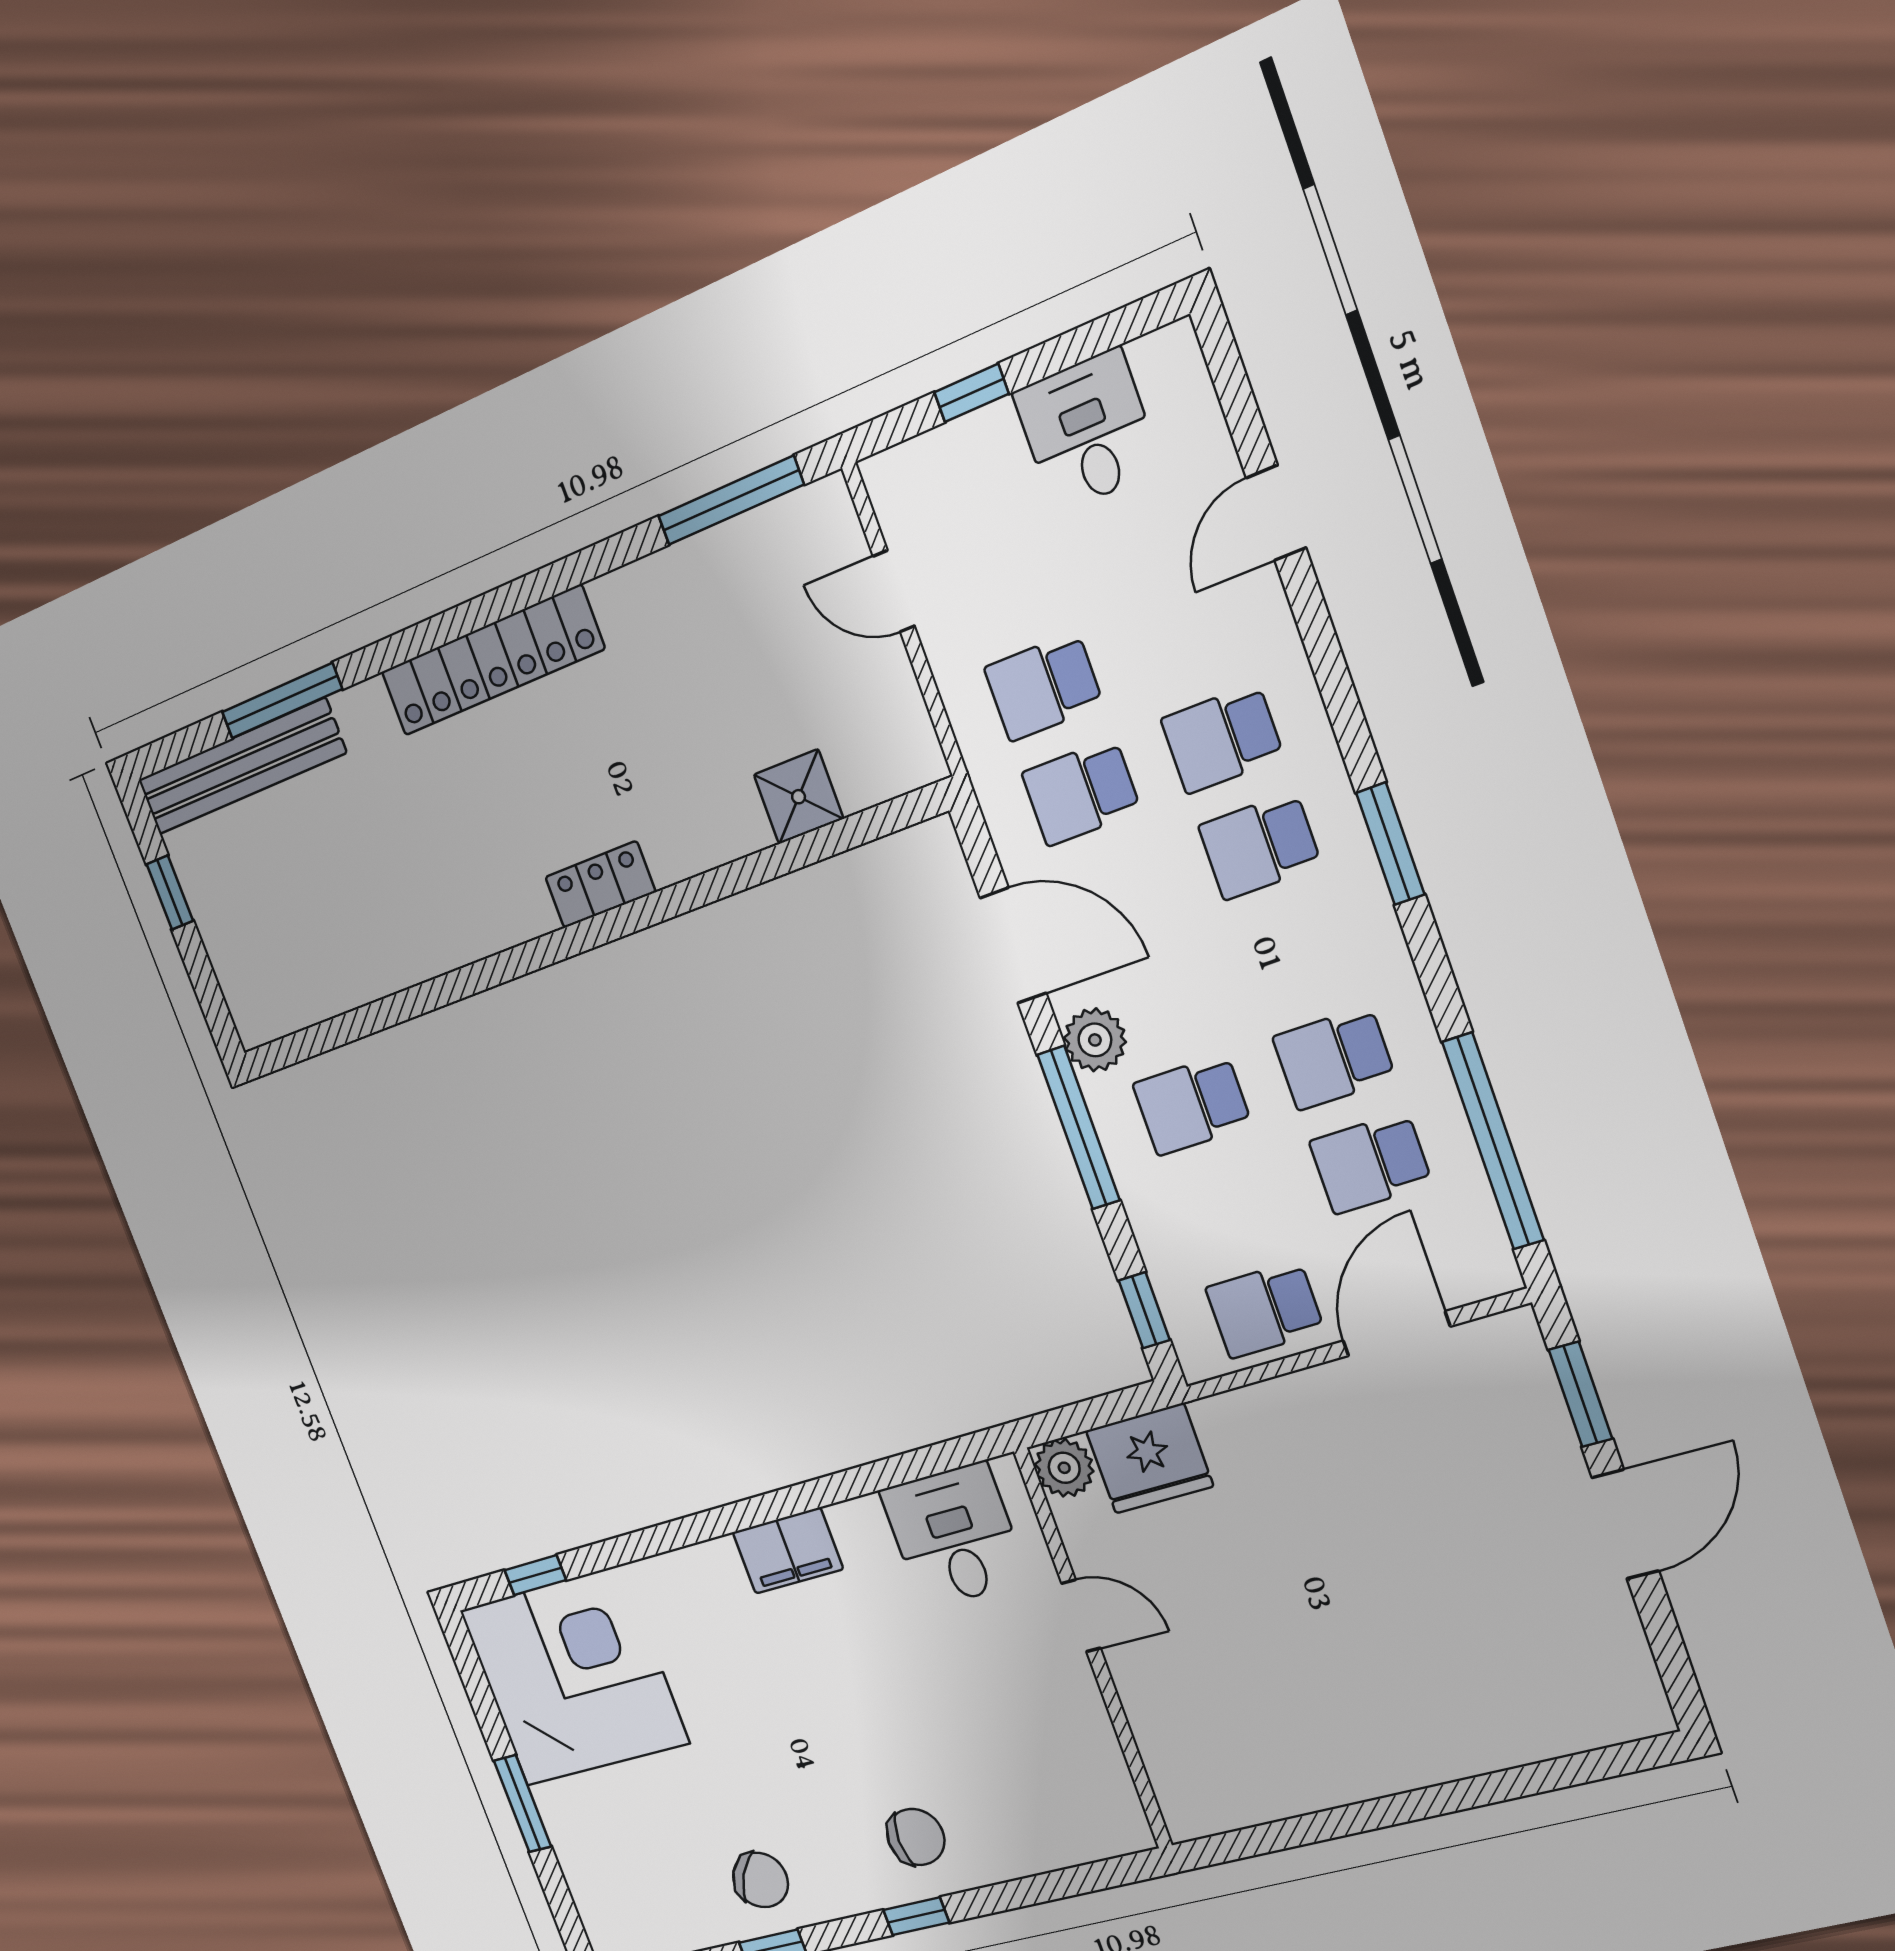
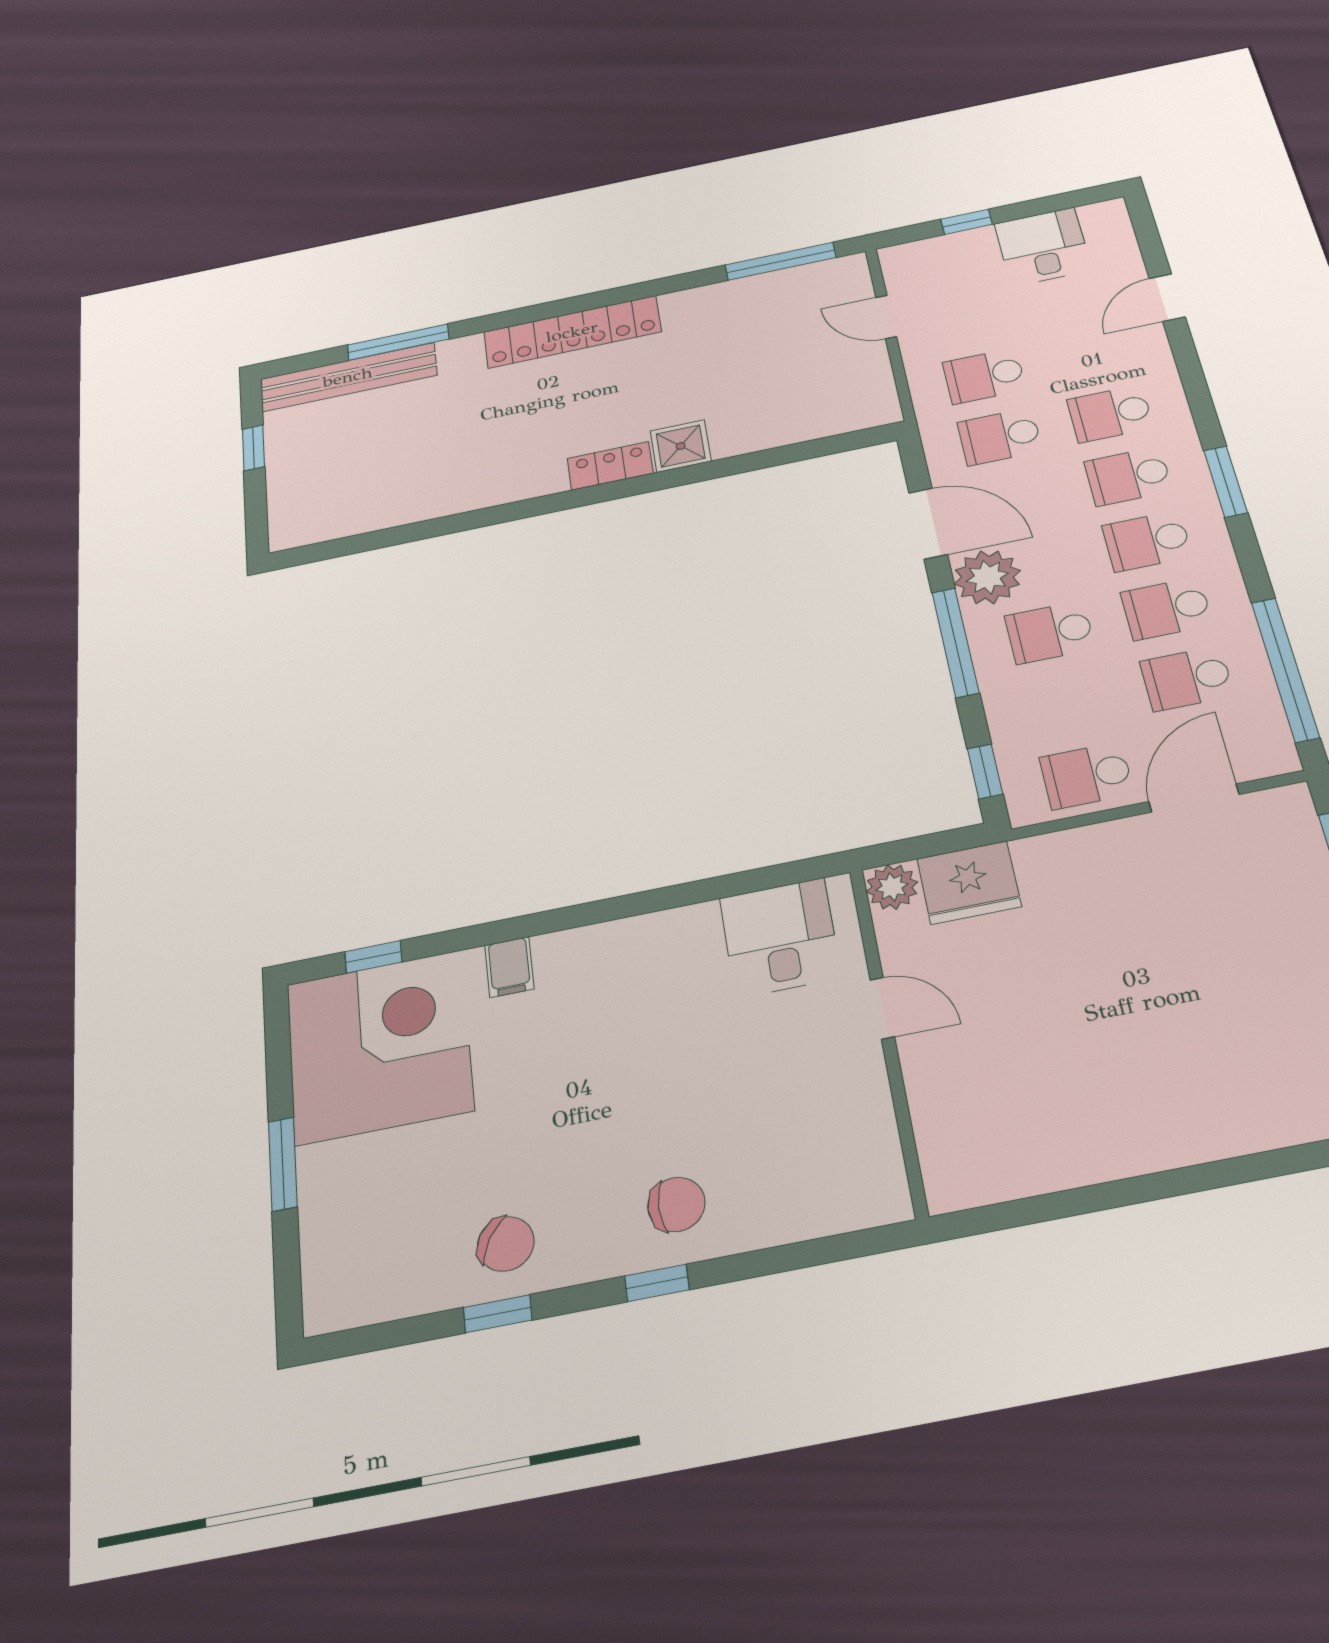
shower: (799, 797) -> (681, 446), moved
school desk: (1297, 952) -> (1147, 541), added
plant: (1095, 1040) -> (987, 577), width x1.36, depth x1.36
filing cabinet: (788, 1551) -> (509, 967), moved, width x0.50

